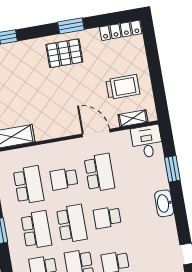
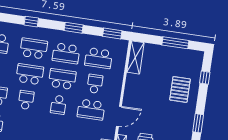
pallet: (64, 53) -> (180, 89), moved
school desk: (107, 217) -> (58, 105), turned 180
school desk: (72, 224) -> (62, 79), turned 180

